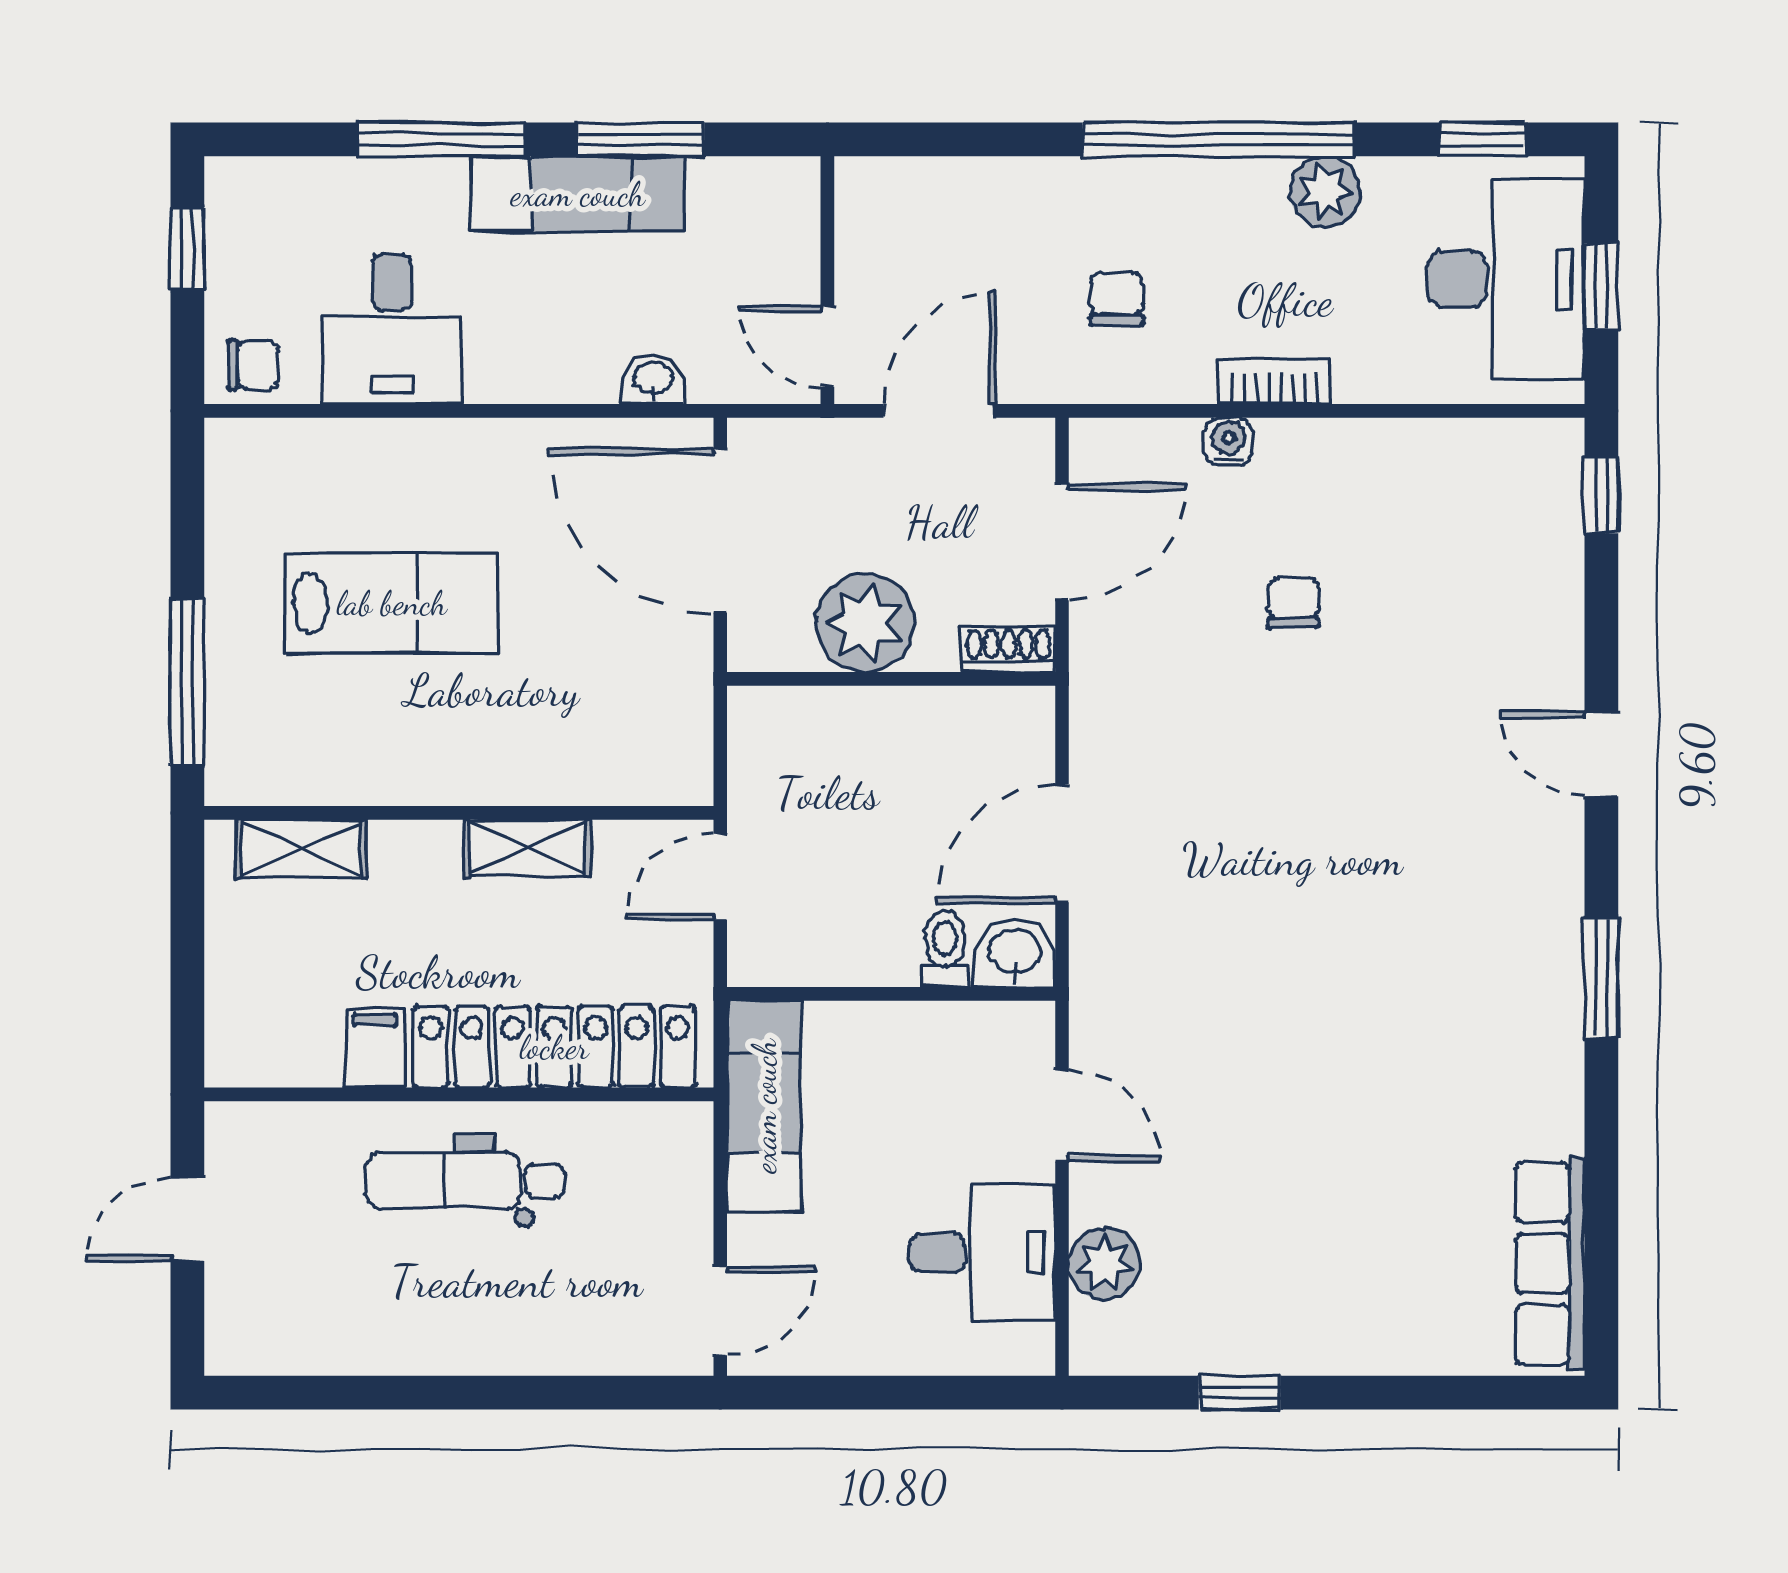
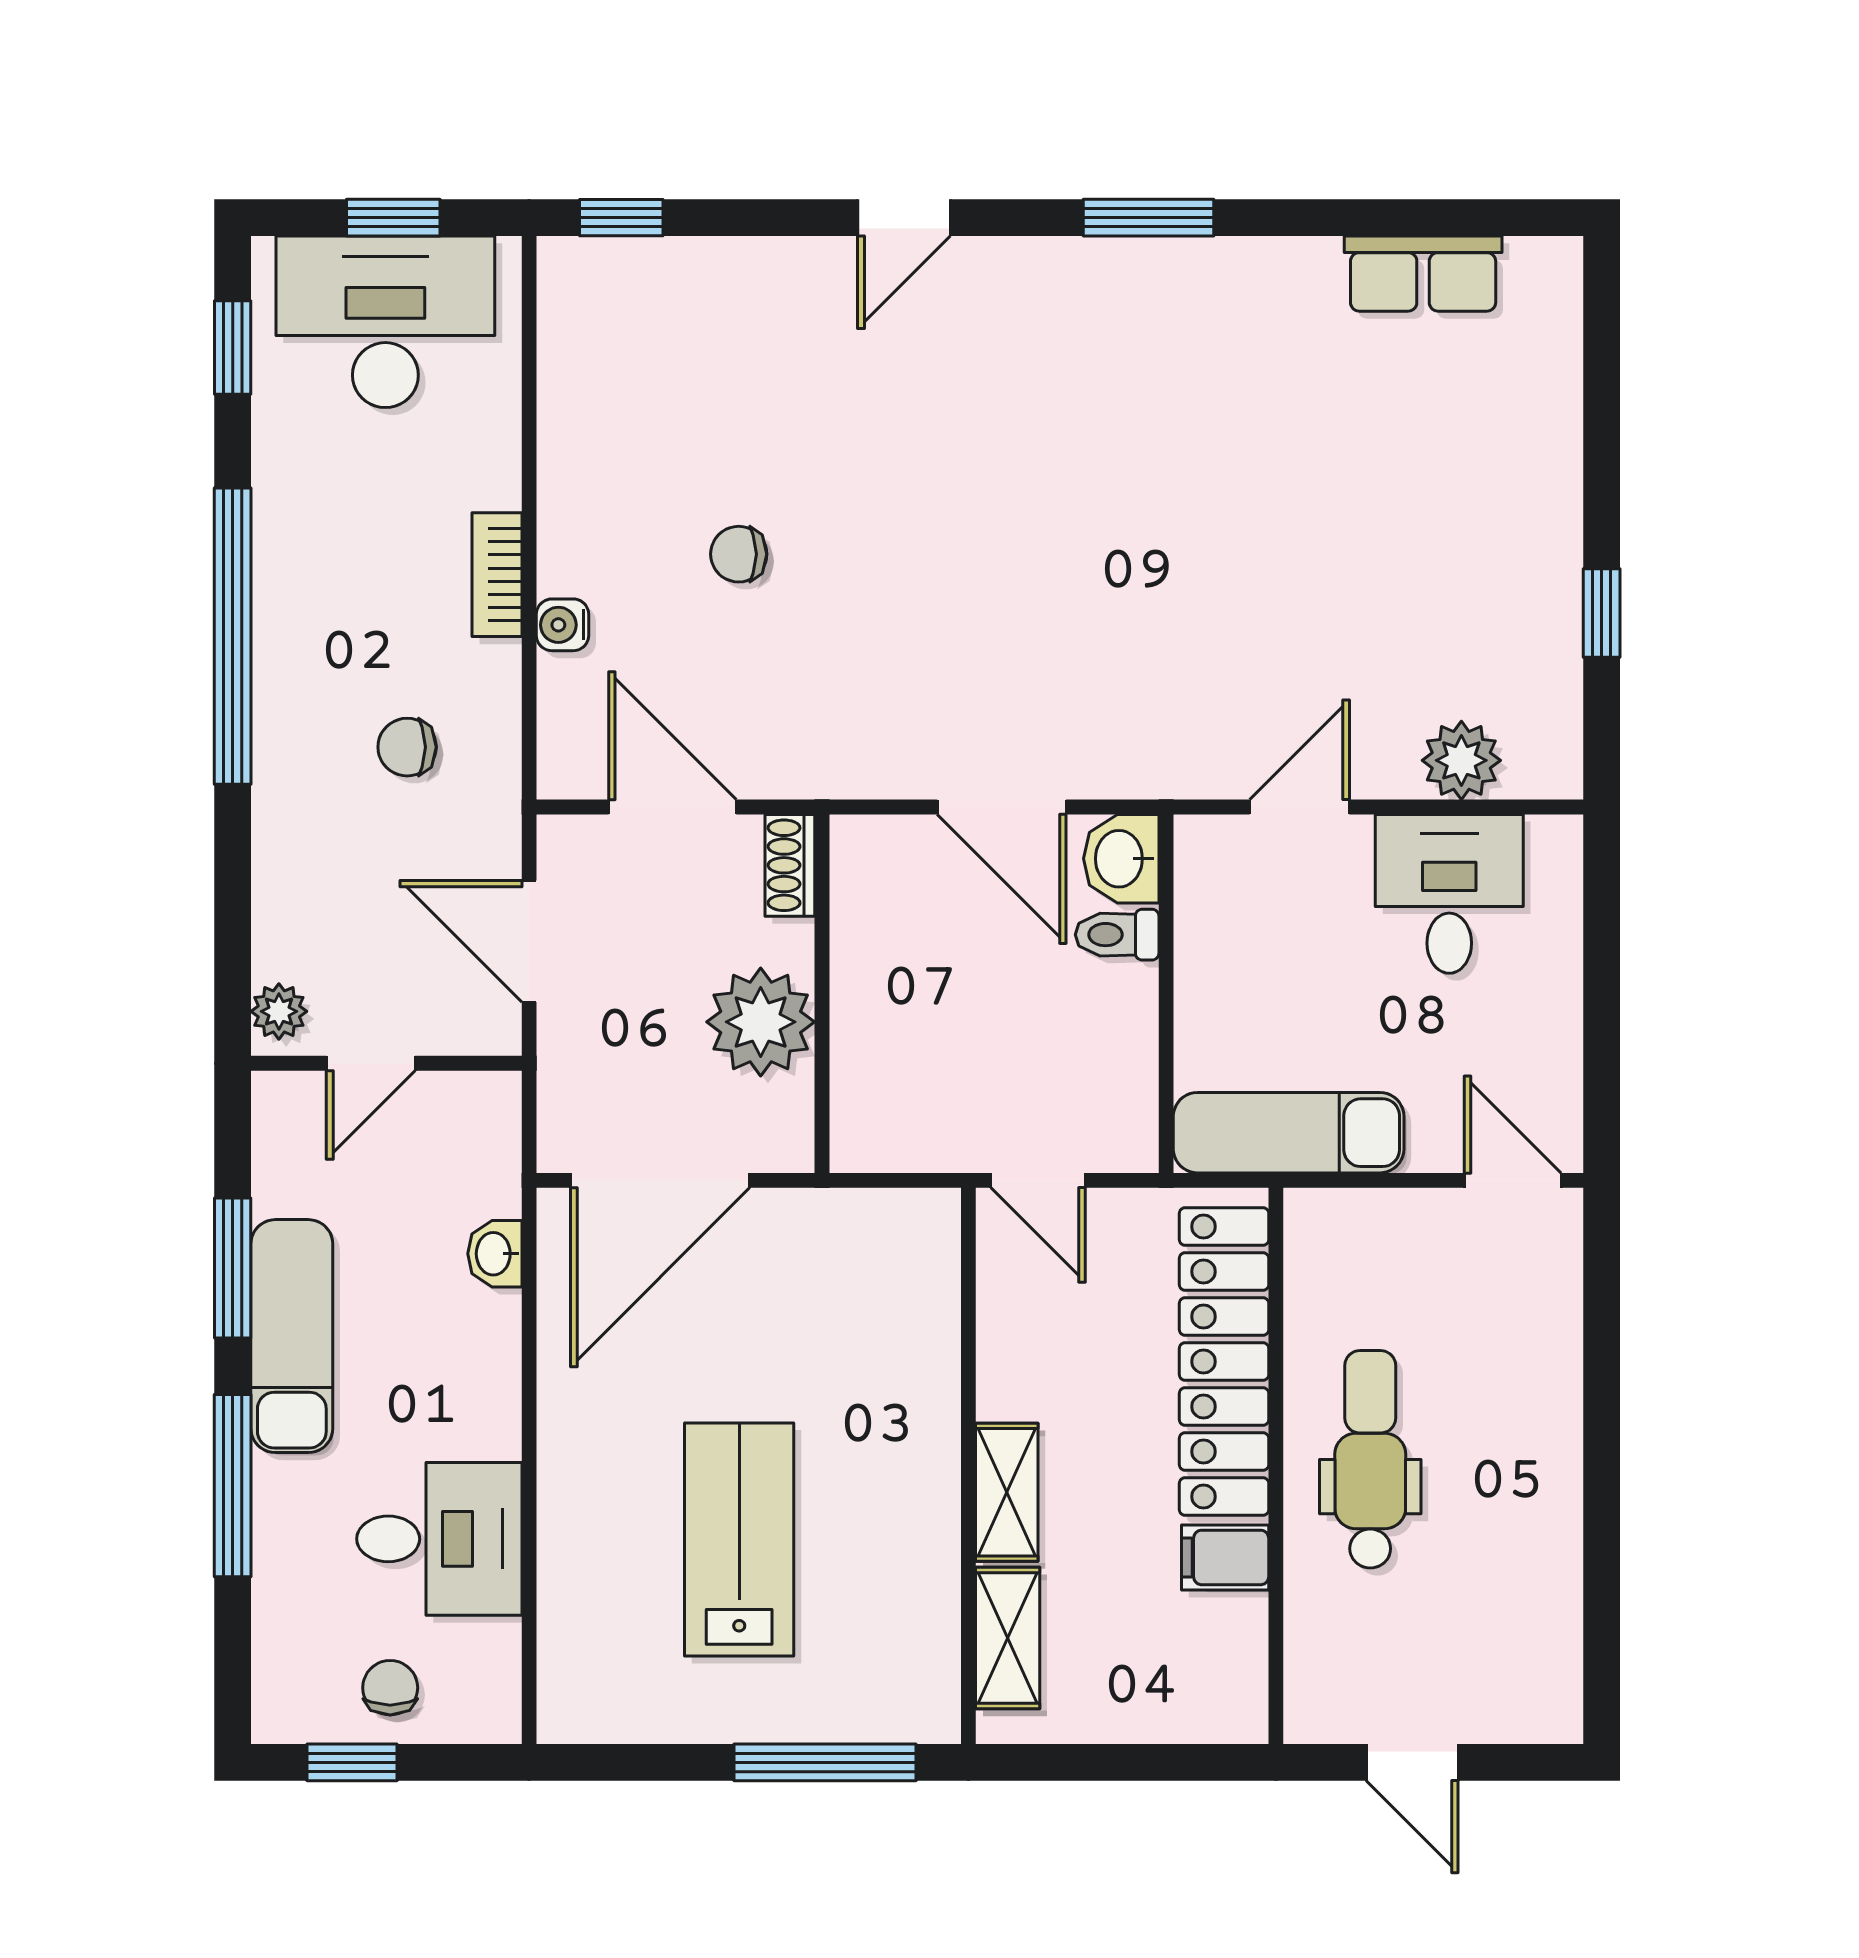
plant: (1325, 191) -> (279, 1011), moved, width x0.73, depth x0.73
door: (827, 346) -> (371, 1063), moved
chair: (253, 365) -> (390, 1688), moved
shelving: (527, 848) -> (1007, 1492), moved
dental chair: (465, 1181) -> (1370, 1459), turned 180
row of seats: (1550, 1264) -> (1423, 274), width x0.68

